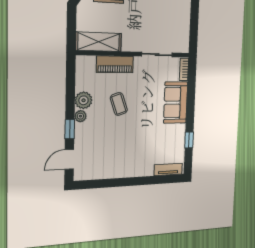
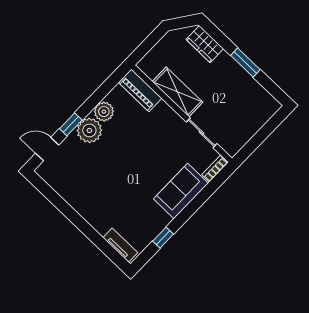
shelving: (99, 42) -> (178, 92), moved
piano: (115, 64) -> (140, 90), moved
coffee table: (119, 104) -> (130, 143), removed
plant: (80, 116) -> (89, 130), width x1.88, depth x1.88

